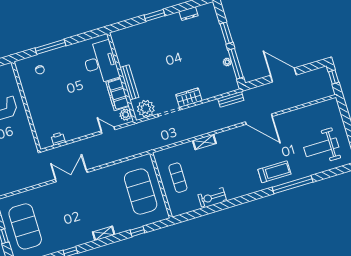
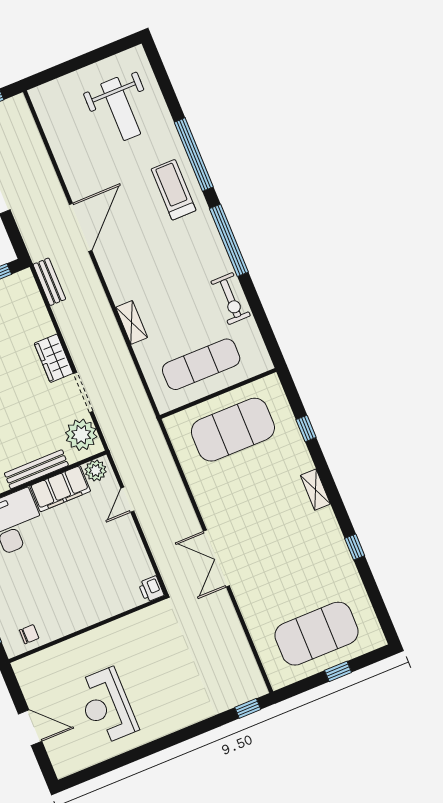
wall: (26, 106) -> (87, 629), moved
exercise mat: (178, 178) -> (201, 364), width x1.36, depth x1.45
window: (244, 199) -> (229, 240), added

